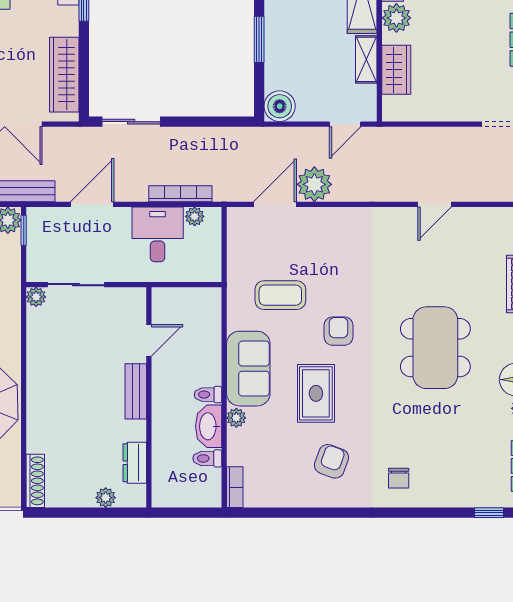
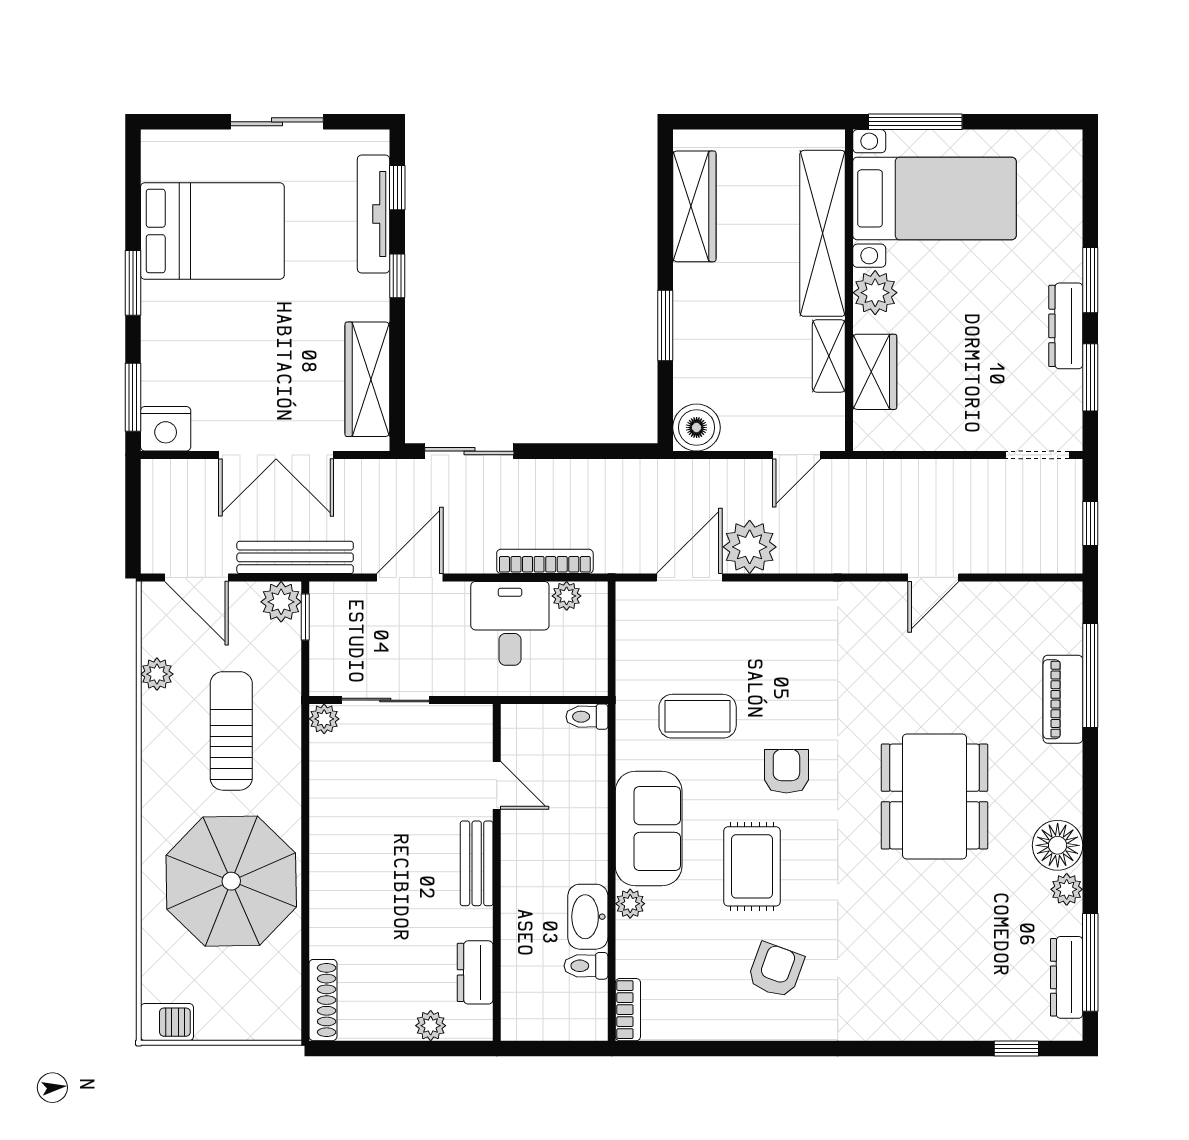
door: (149, 340) -> (497, 785), hinge flipped
toilet: (208, 395) -> (587, 717), moved
chair: (399, 478) -> (879, 996), removed

